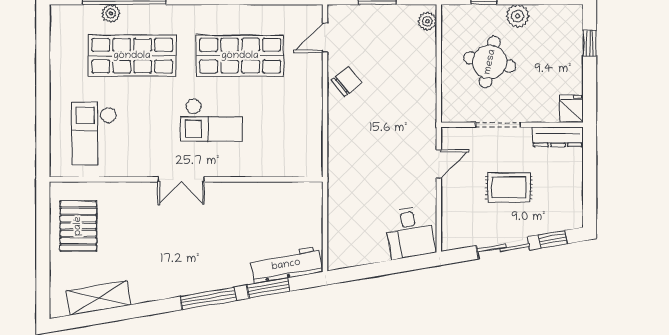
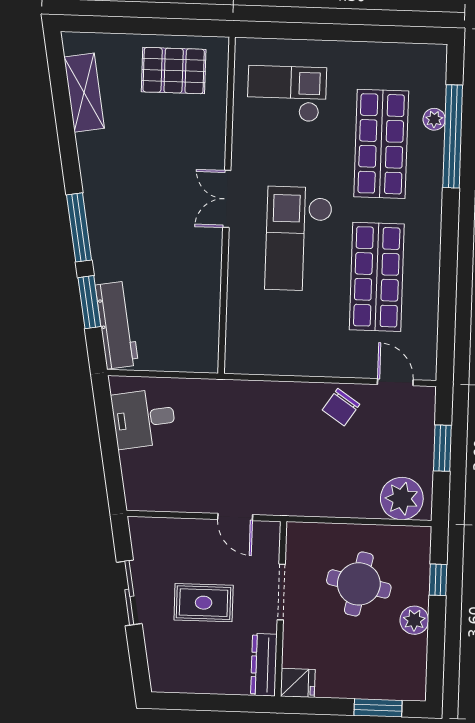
plant: (427, 21) -> (402, 499), width x1.88, depth x1.88
window: (590, 43) -> (378, 708), width x1.50
chair: (347, 81) -> (341, 407), turned 73
checkout: (211, 120) -> (299, 239), width x1.36, depth x1.21
rug: (509, 187) -> (204, 603), turned 90
desk: (410, 232) -> (144, 419), moved
window: (553, 239) -> (138, 654), removed

